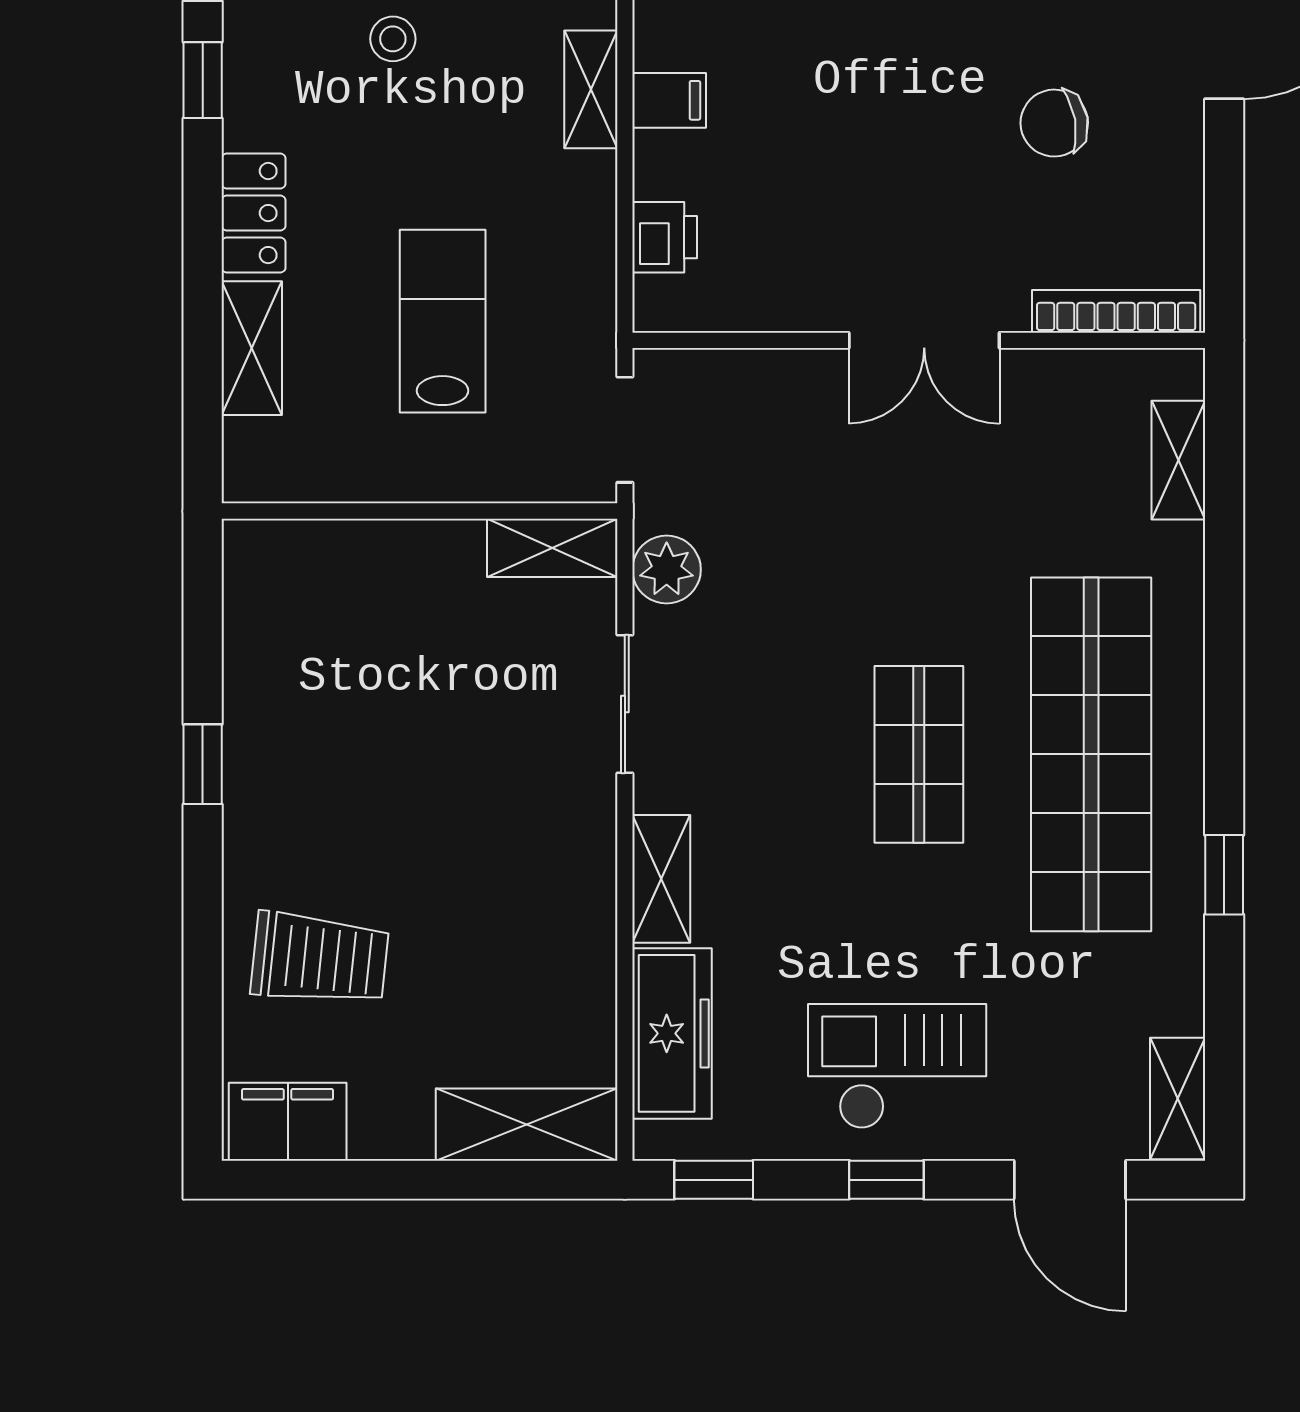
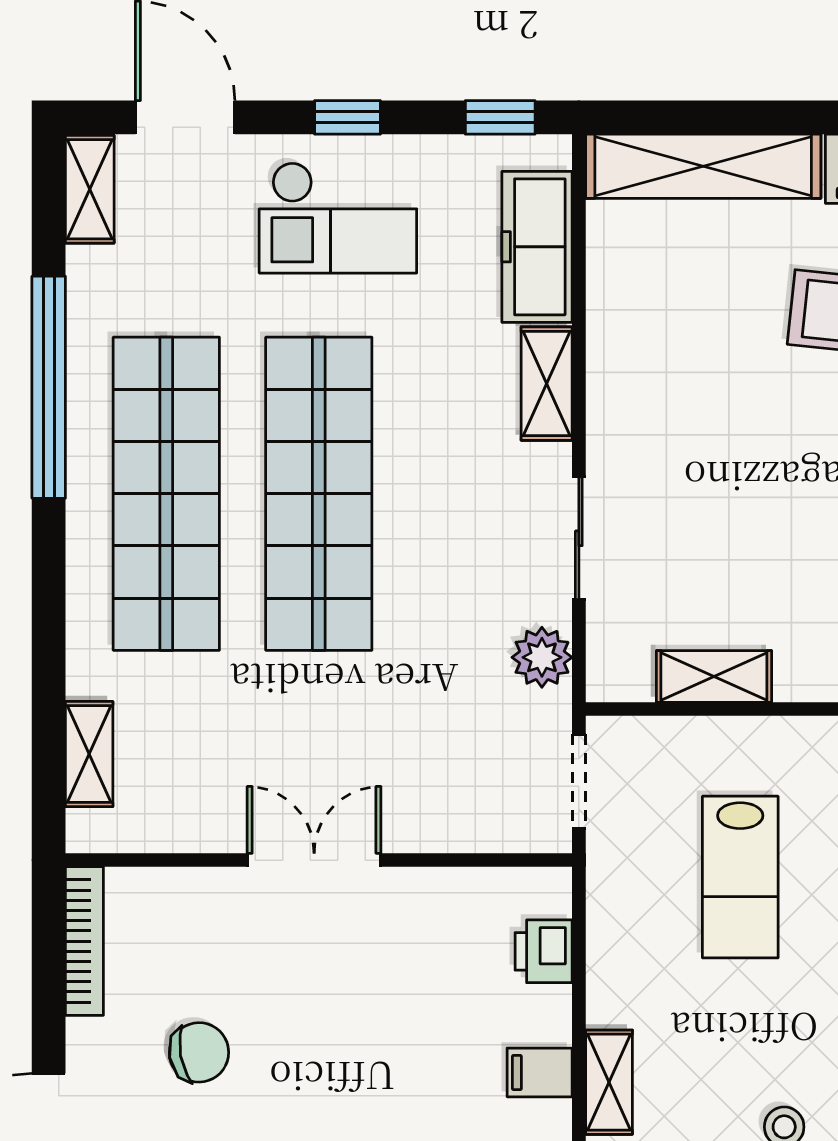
bookcase: (1116, 311) -> (84, 941), moved, turned -90
shelving: (552, 548) -> (714, 676), moved
shop shelf: (919, 754) -> (319, 494), width x2.00, depth x1.36
window: (1224, 875) -> (49, 387), width x3.17
shelving: (527, 1125) -> (703, 166), width x1.47

